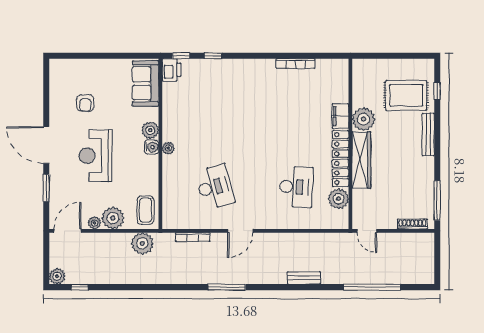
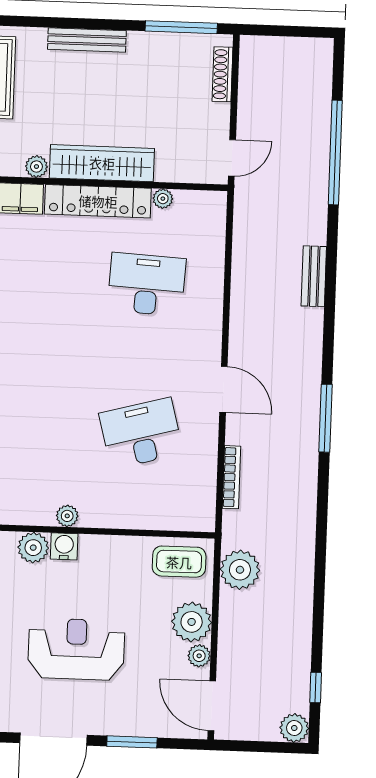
plant: (364, 119) -> (36, 167), width x0.53, depth x0.53
bench: (428, 135) -> (87, 40), moved
reception desk: (96, 156) -> (76, 649), turned 180
plant: (339, 199) -> (163, 199), width x0.53, depth x0.53

